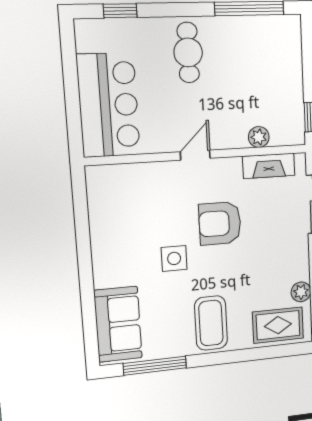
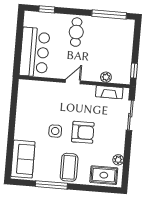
armchair: (220, 223) -> (83, 132), moved, turned 180
window: (155, 366) -> (51, 185), moved

